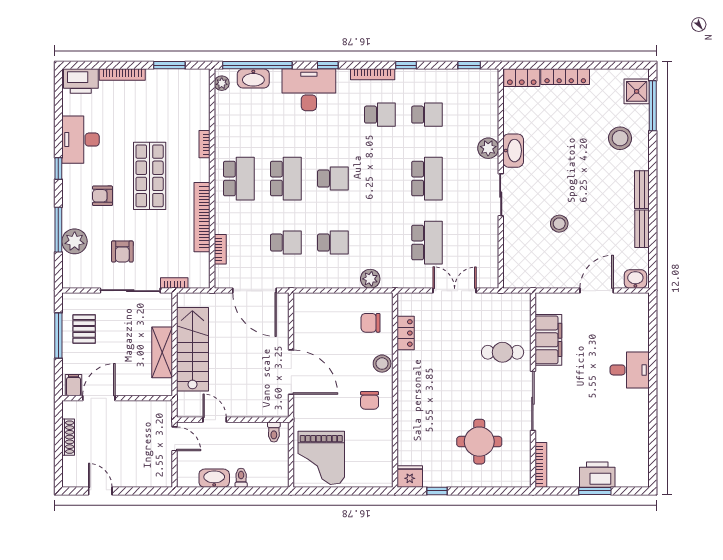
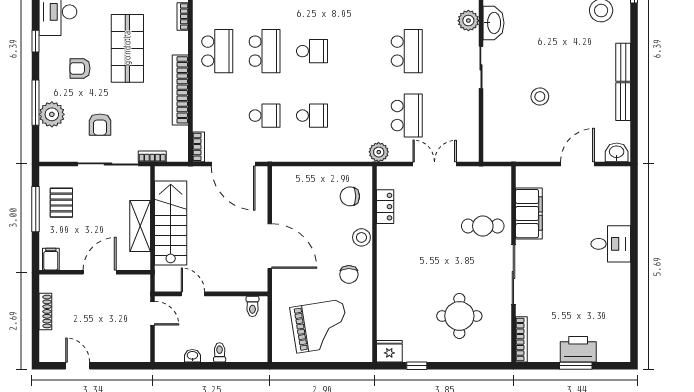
bookcase: (220, 249) -> (199, 147), moved
plant: (370, 279) -> (379, 152), moved
door: (99, 398) -> (100, 272), moved
grand piano: (321, 458) -> (320, 326), moved, turned -99
washbasin: (214, 478) -> (192, 356), width x0.52, depth x0.69

